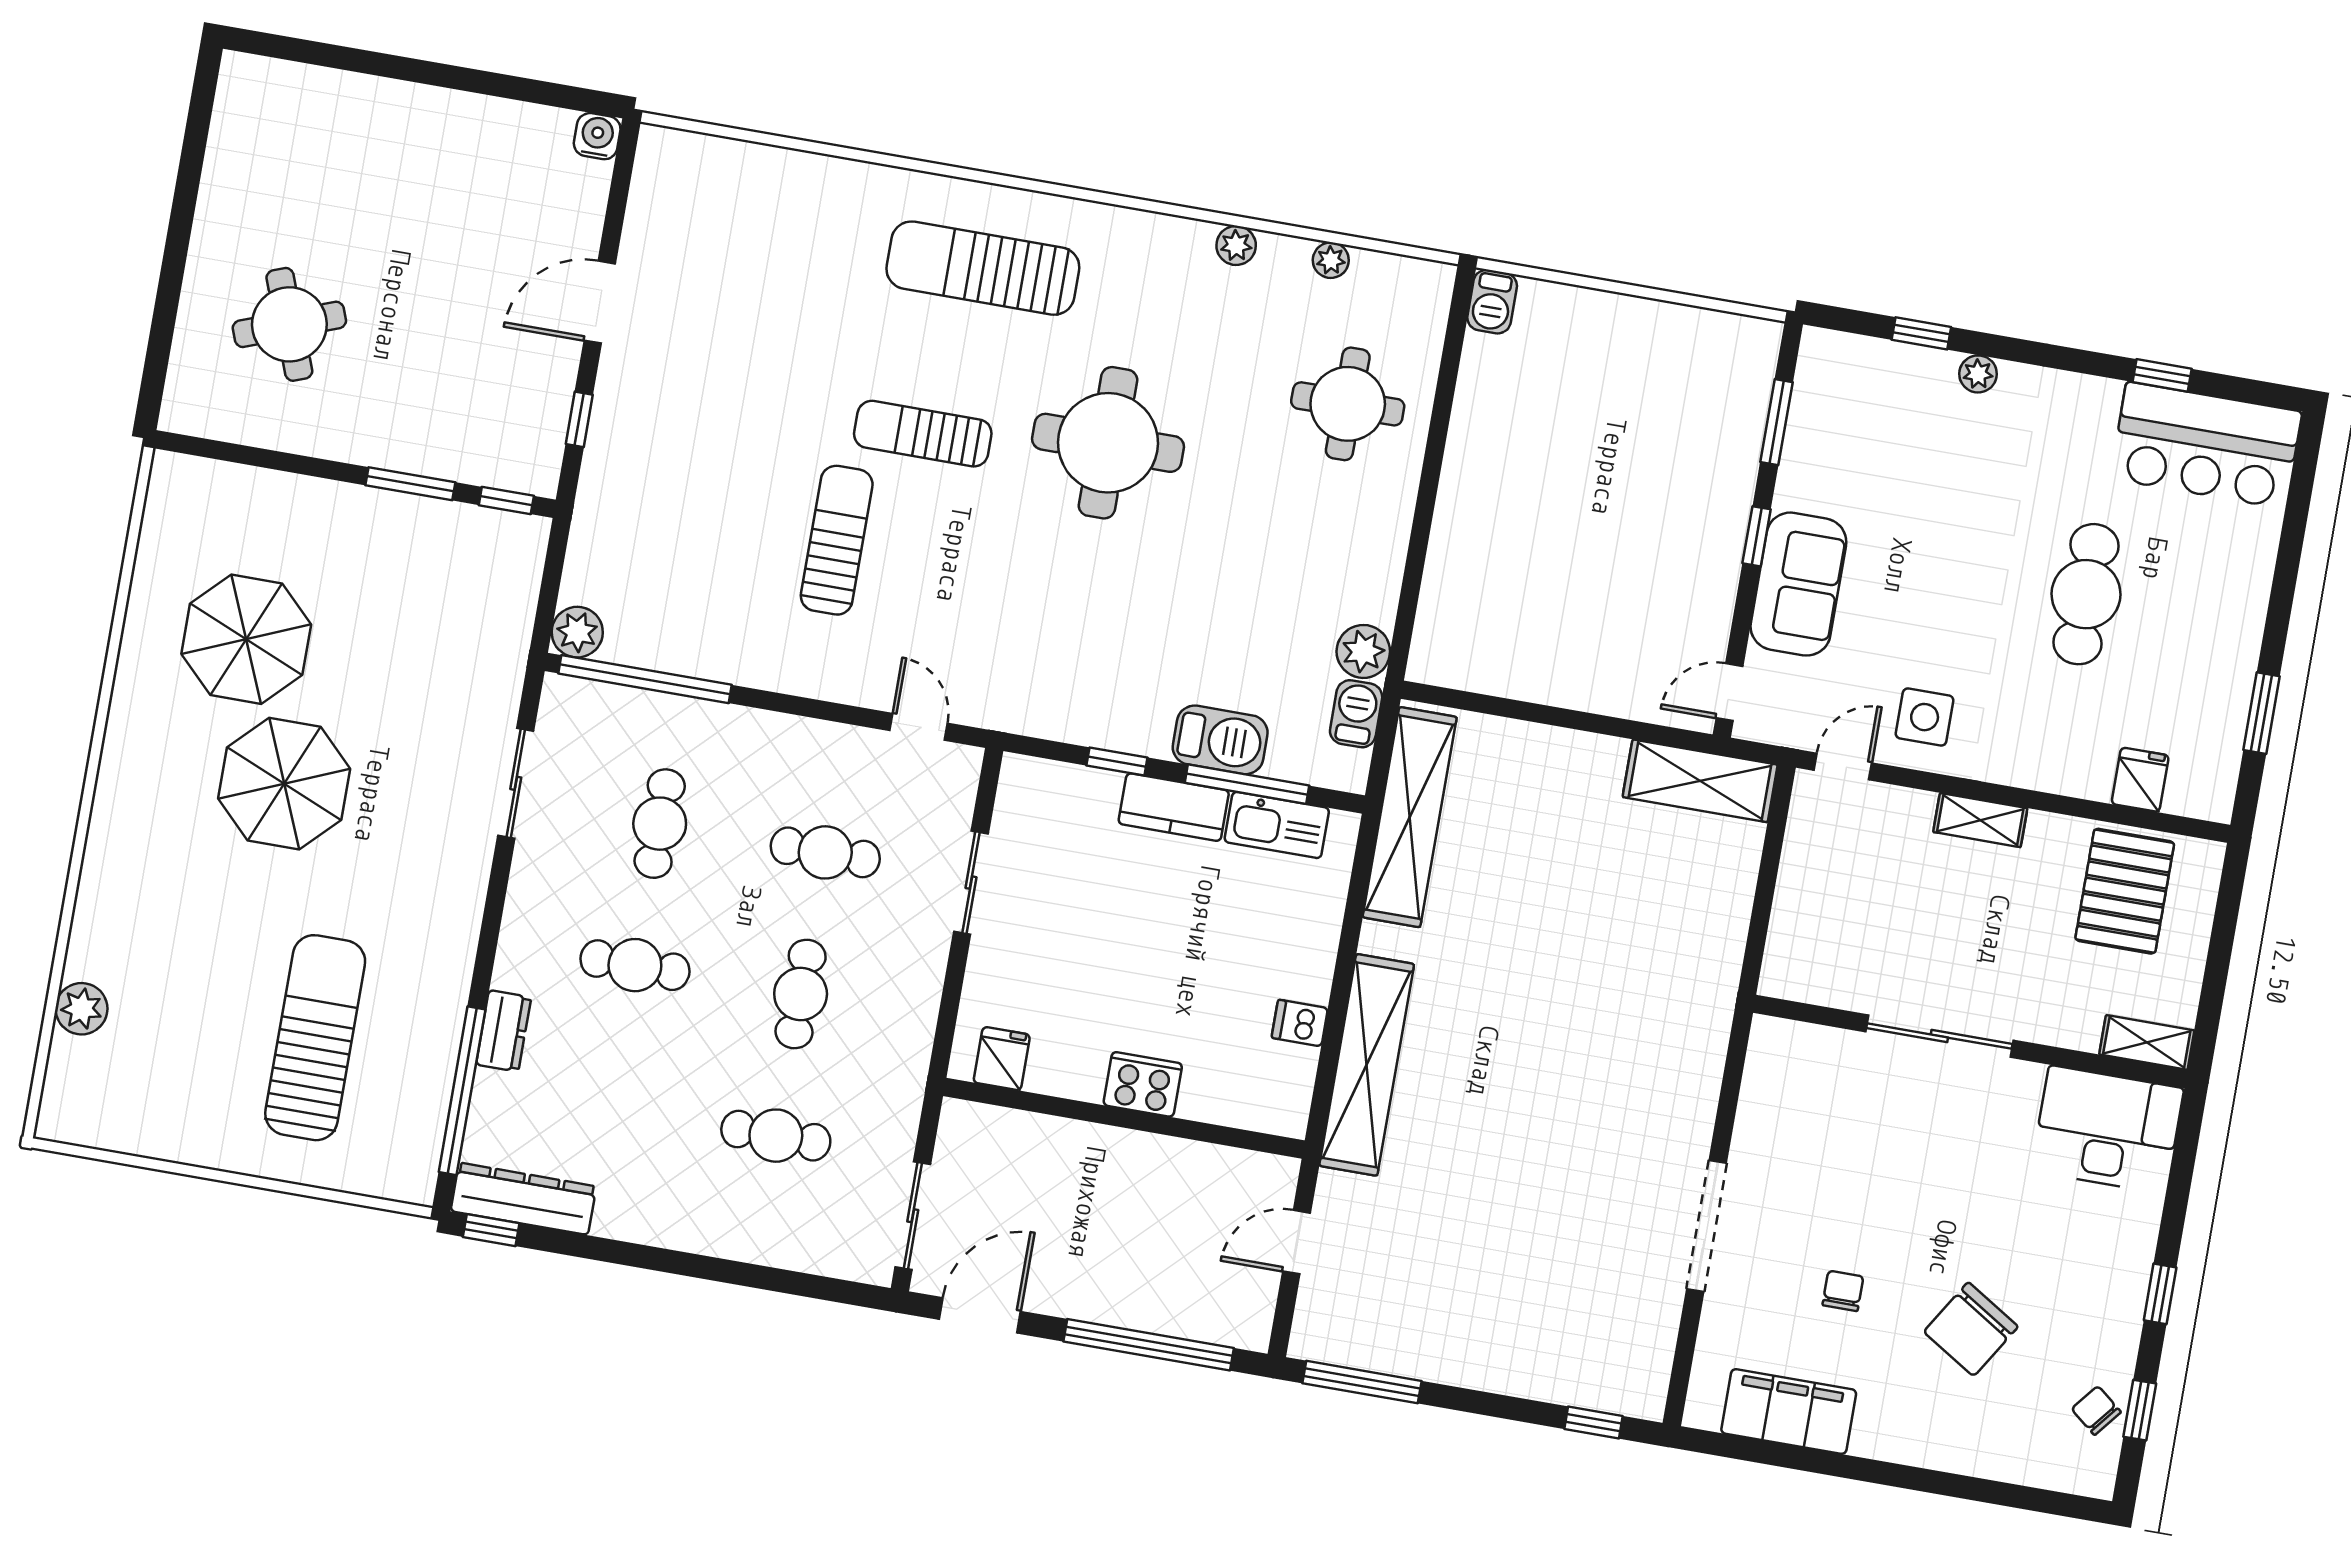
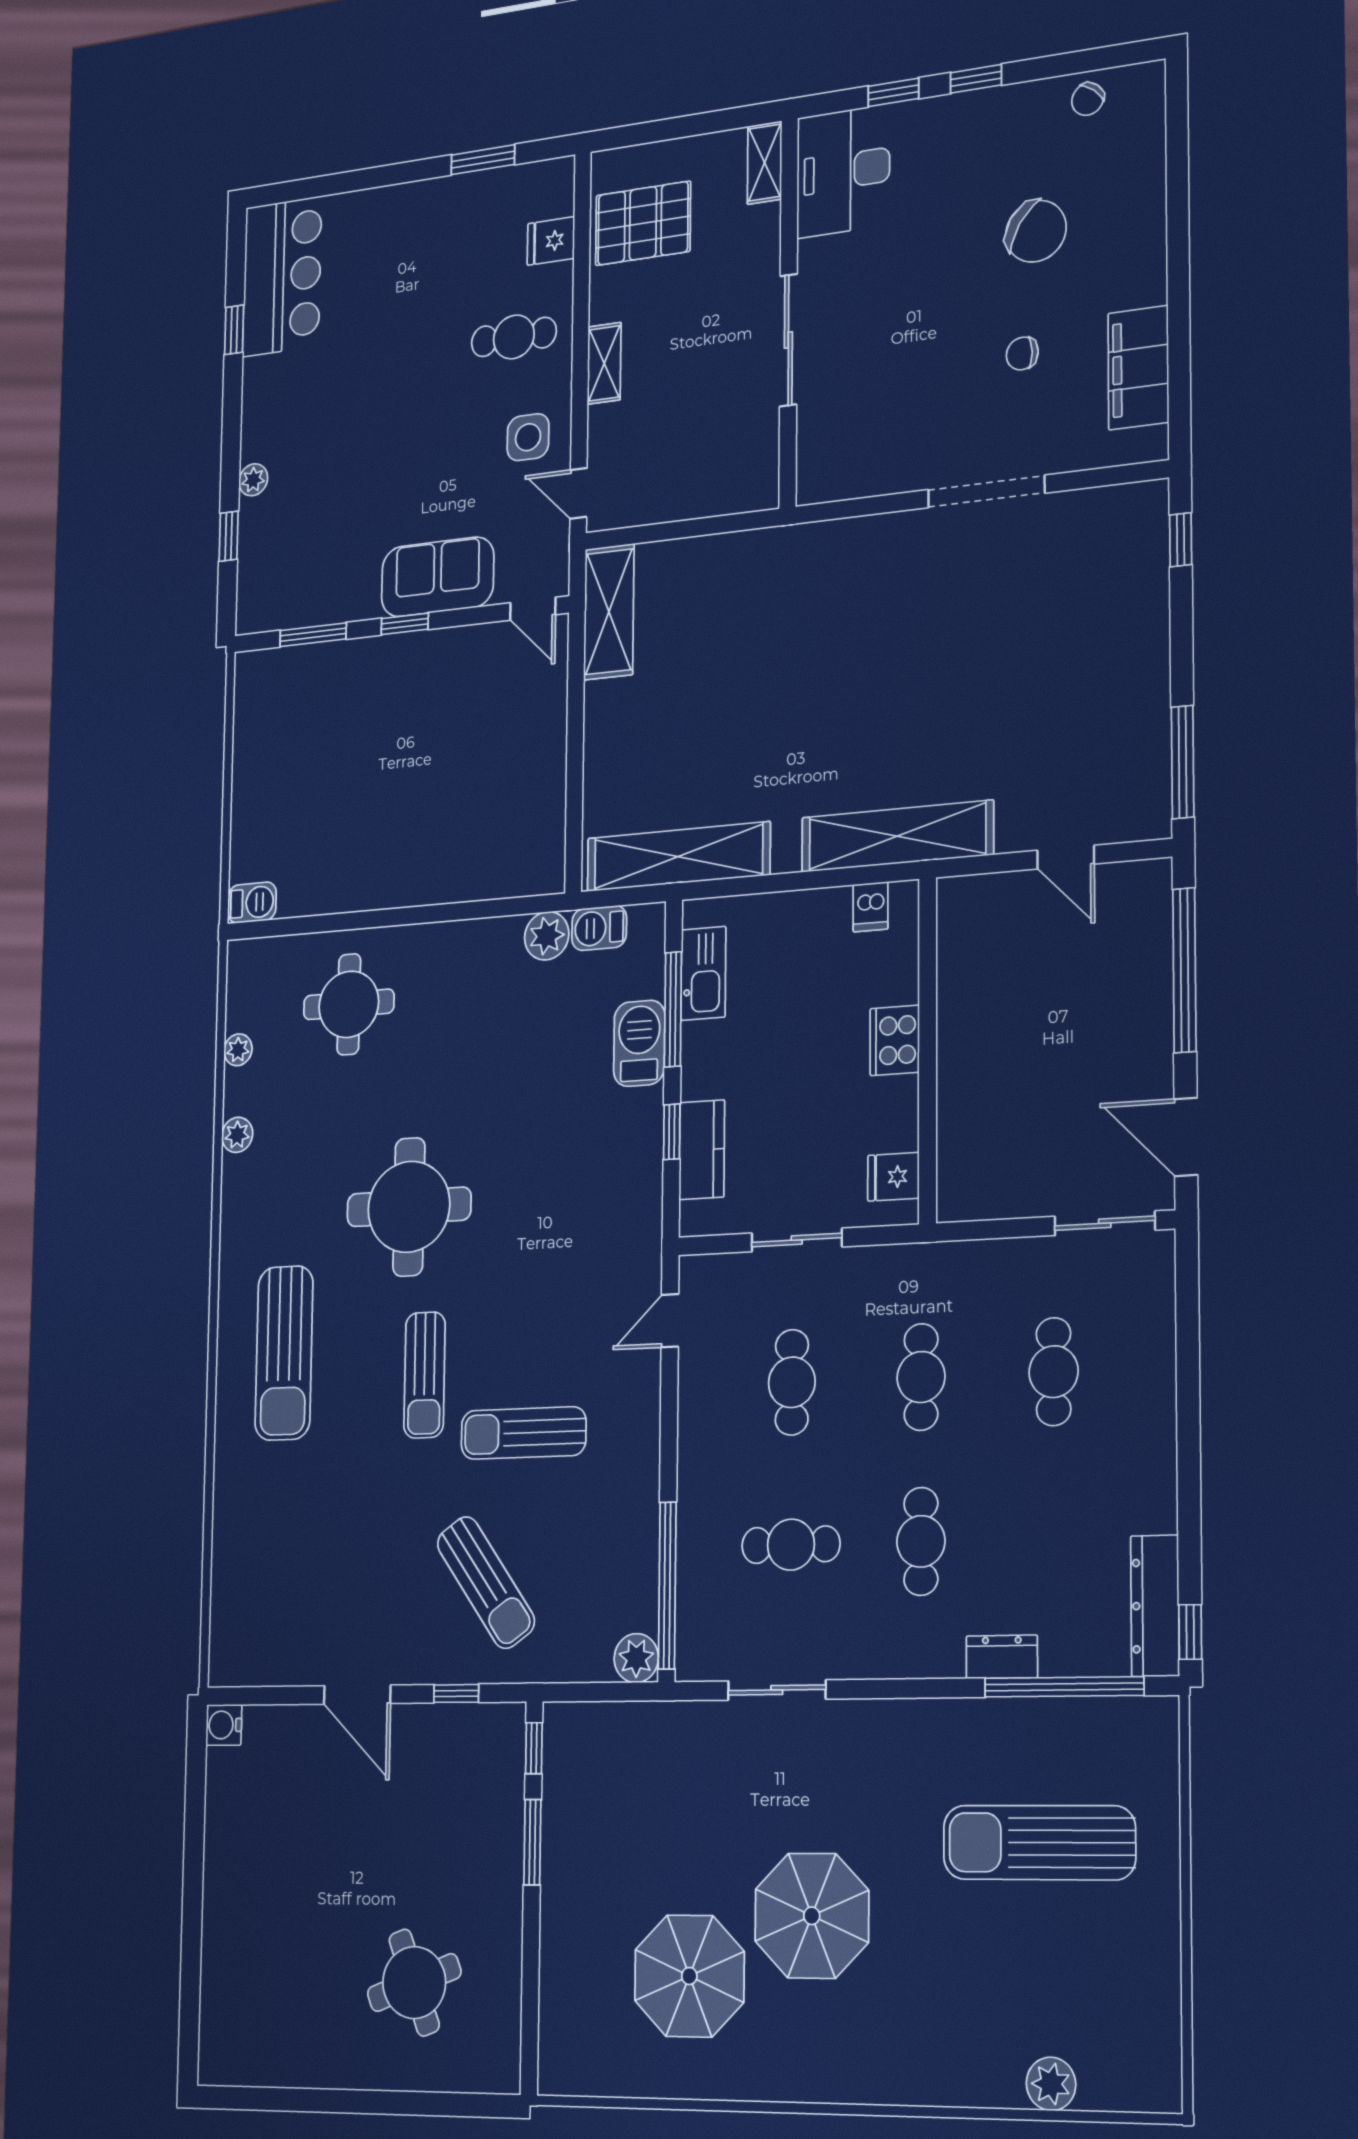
sun lounger: (689, 472) -> (486, 1582), added
cafe table: (2086, 594) -> (514, 337), moved, width x0.73, depth x0.74
kitchen counter: (1174, 807) -> (702, 1150), moved
cafe table: (801, 994) -> (921, 1377), turned 90
fridge: (1002, 1059) -> (893, 1177), moved
cooker: (1143, 1084) -> (895, 1040), moved
wall: (1124, 1118) -> (928, 1050), moved
window: (2140, 1410) -> (893, 92), moved

